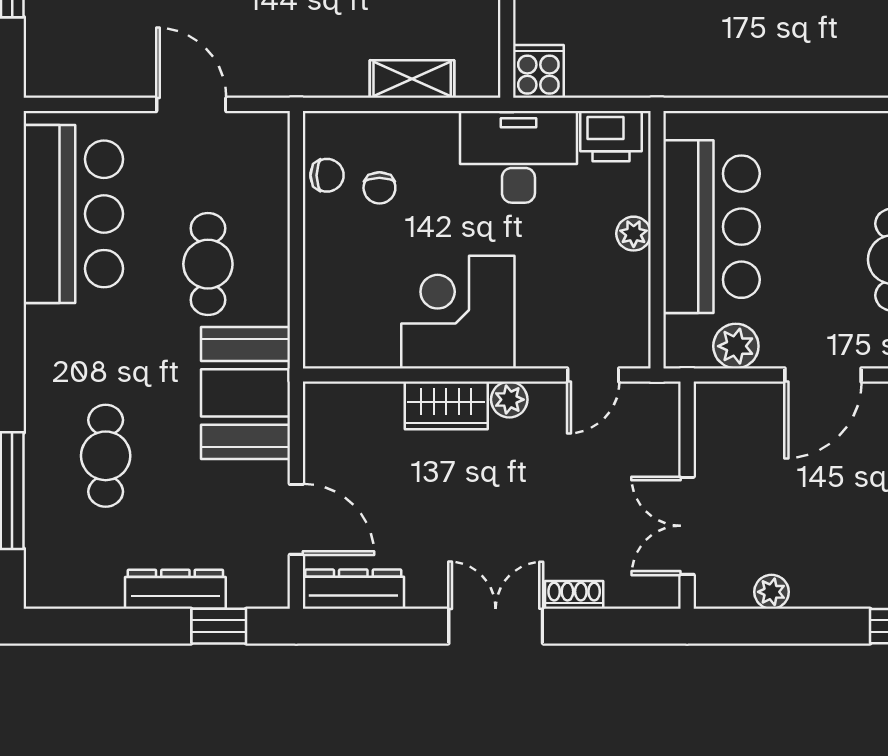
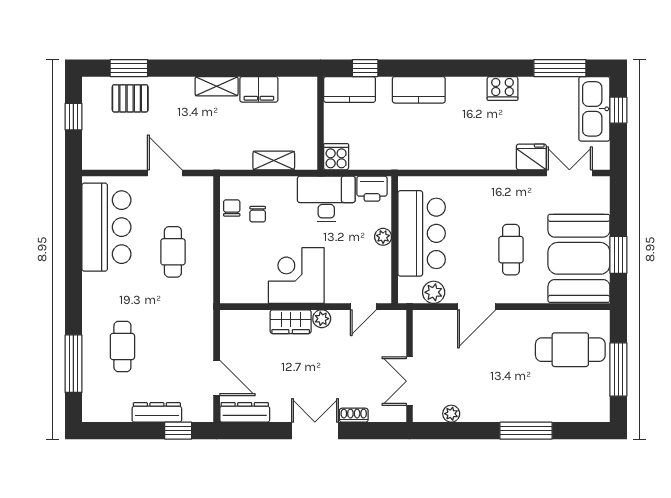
chair: (327, 175) -> (232, 208), turned -90
booth: (246, 393) -> (192, 315), removed

